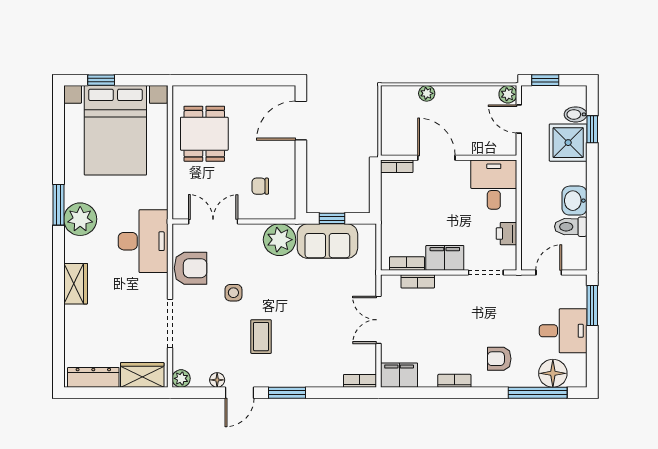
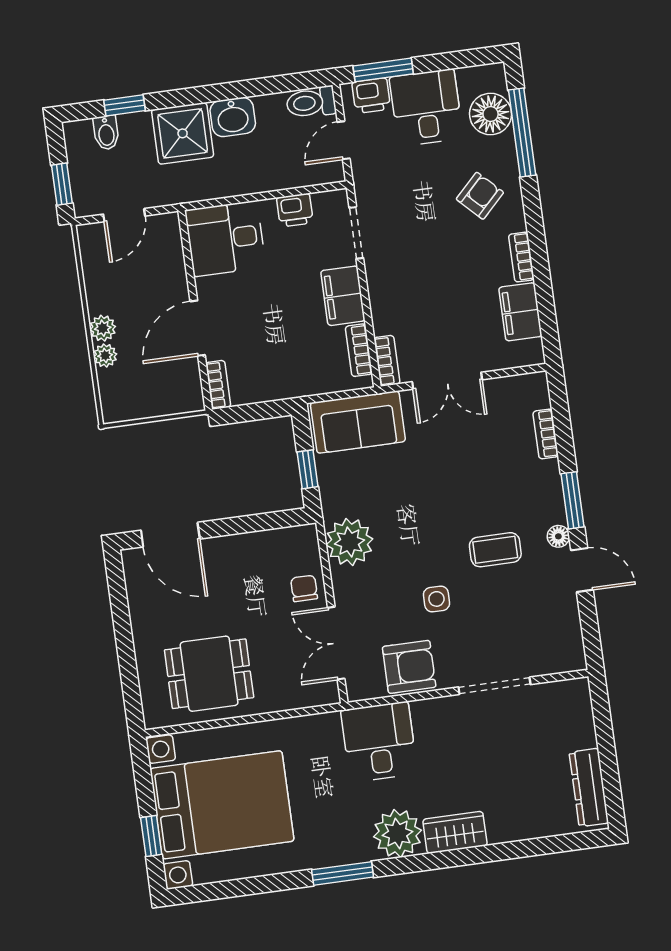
plant: (508, 94) -> (103, 328), moved
shower: (568, 143) -> (183, 133), moved
chair: (260, 186) -> (304, 588), moved, turned 180
plant: (80, 219) -> (398, 833), moved
toilet: (571, 227) -> (311, 102), moved, turned 90
desk: (143, 241) -> (379, 742), width x0.73
sofa: (327, 241) -> (358, 422), moved, turned 90
armchair: (191, 268) -> (409, 667), turned 90
door: (549, 273) -> (344, 140), hinge flipped
bookcase: (418, 281) -> (387, 361), moved
printer: (576, 295) -> (371, 96), added
armchair: (499, 359) -> (480, 196), turned -135
wardrobe: (142, 375) -> (575, 716), removed
filing cabinet: (399, 375) -> (520, 312), moved
plant: (181, 378) -> (573, 659), removed
floor lamp: (217, 380) -> (558, 536), moved
bookcase: (360, 381) -> (546, 434), moved

